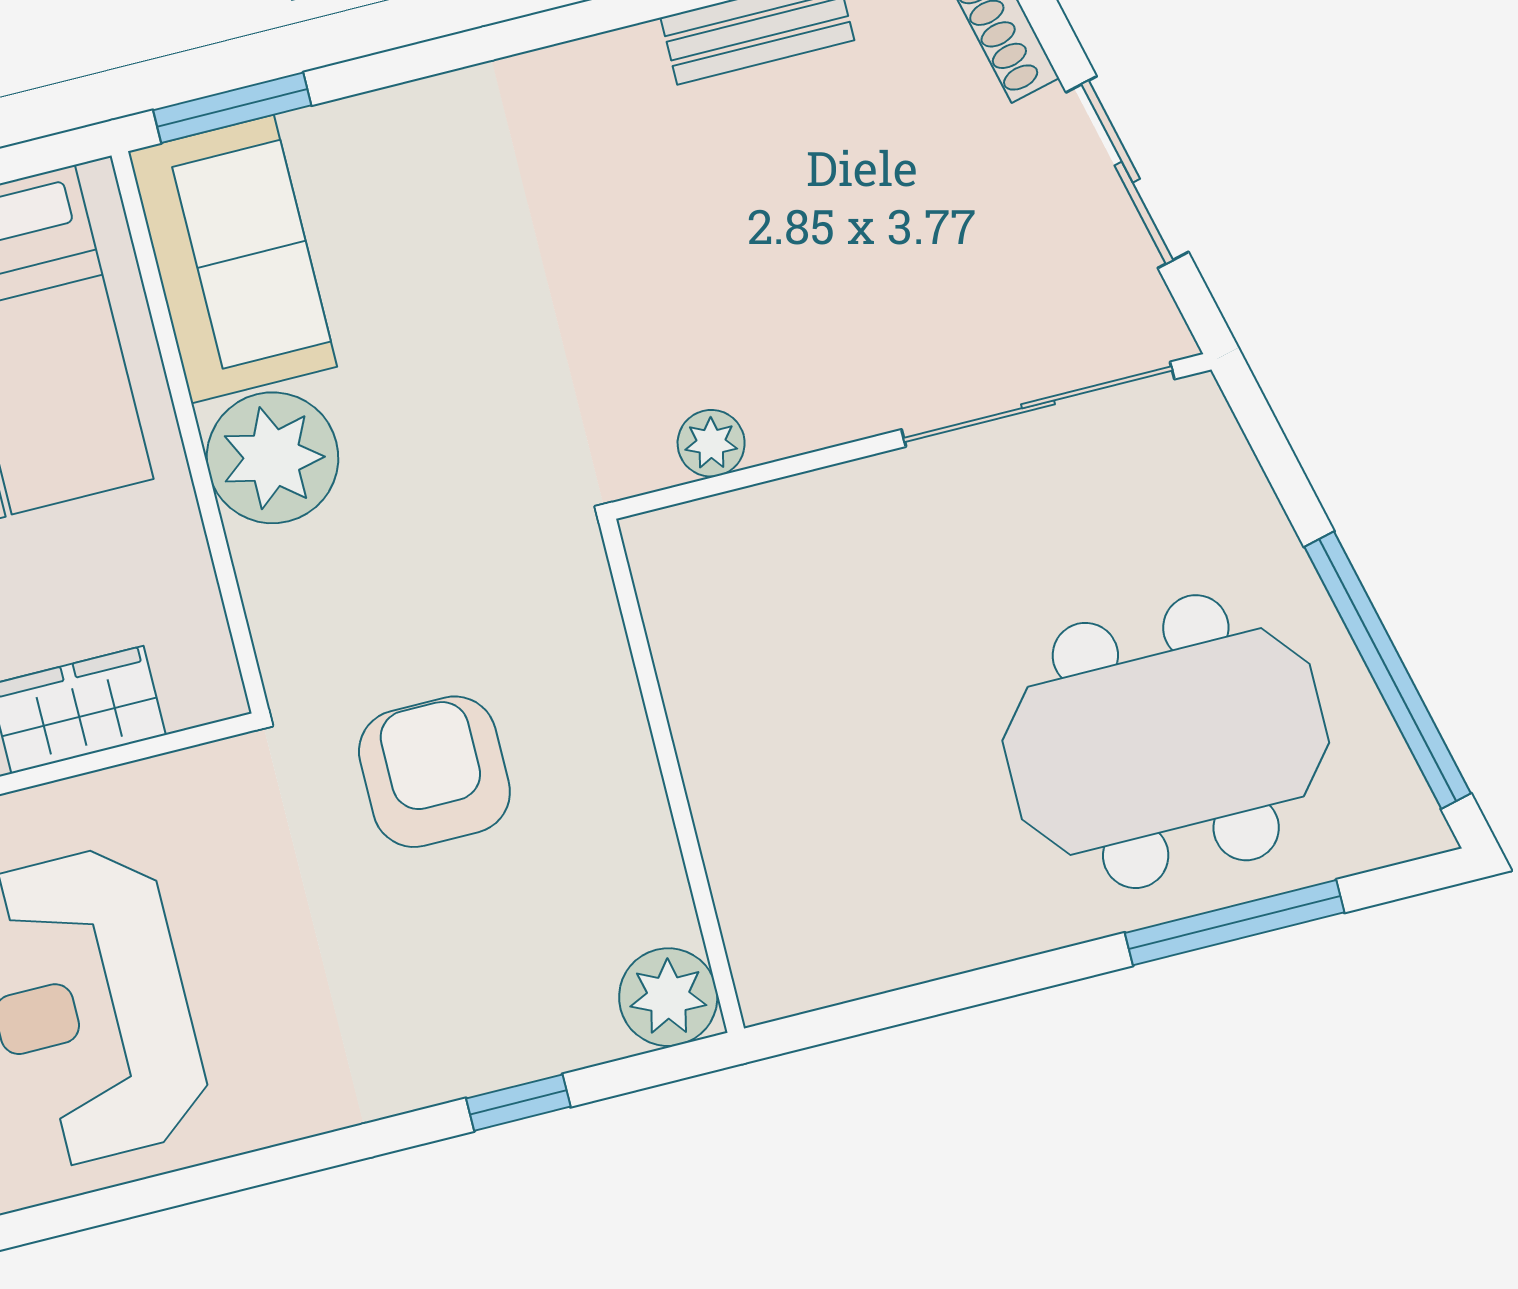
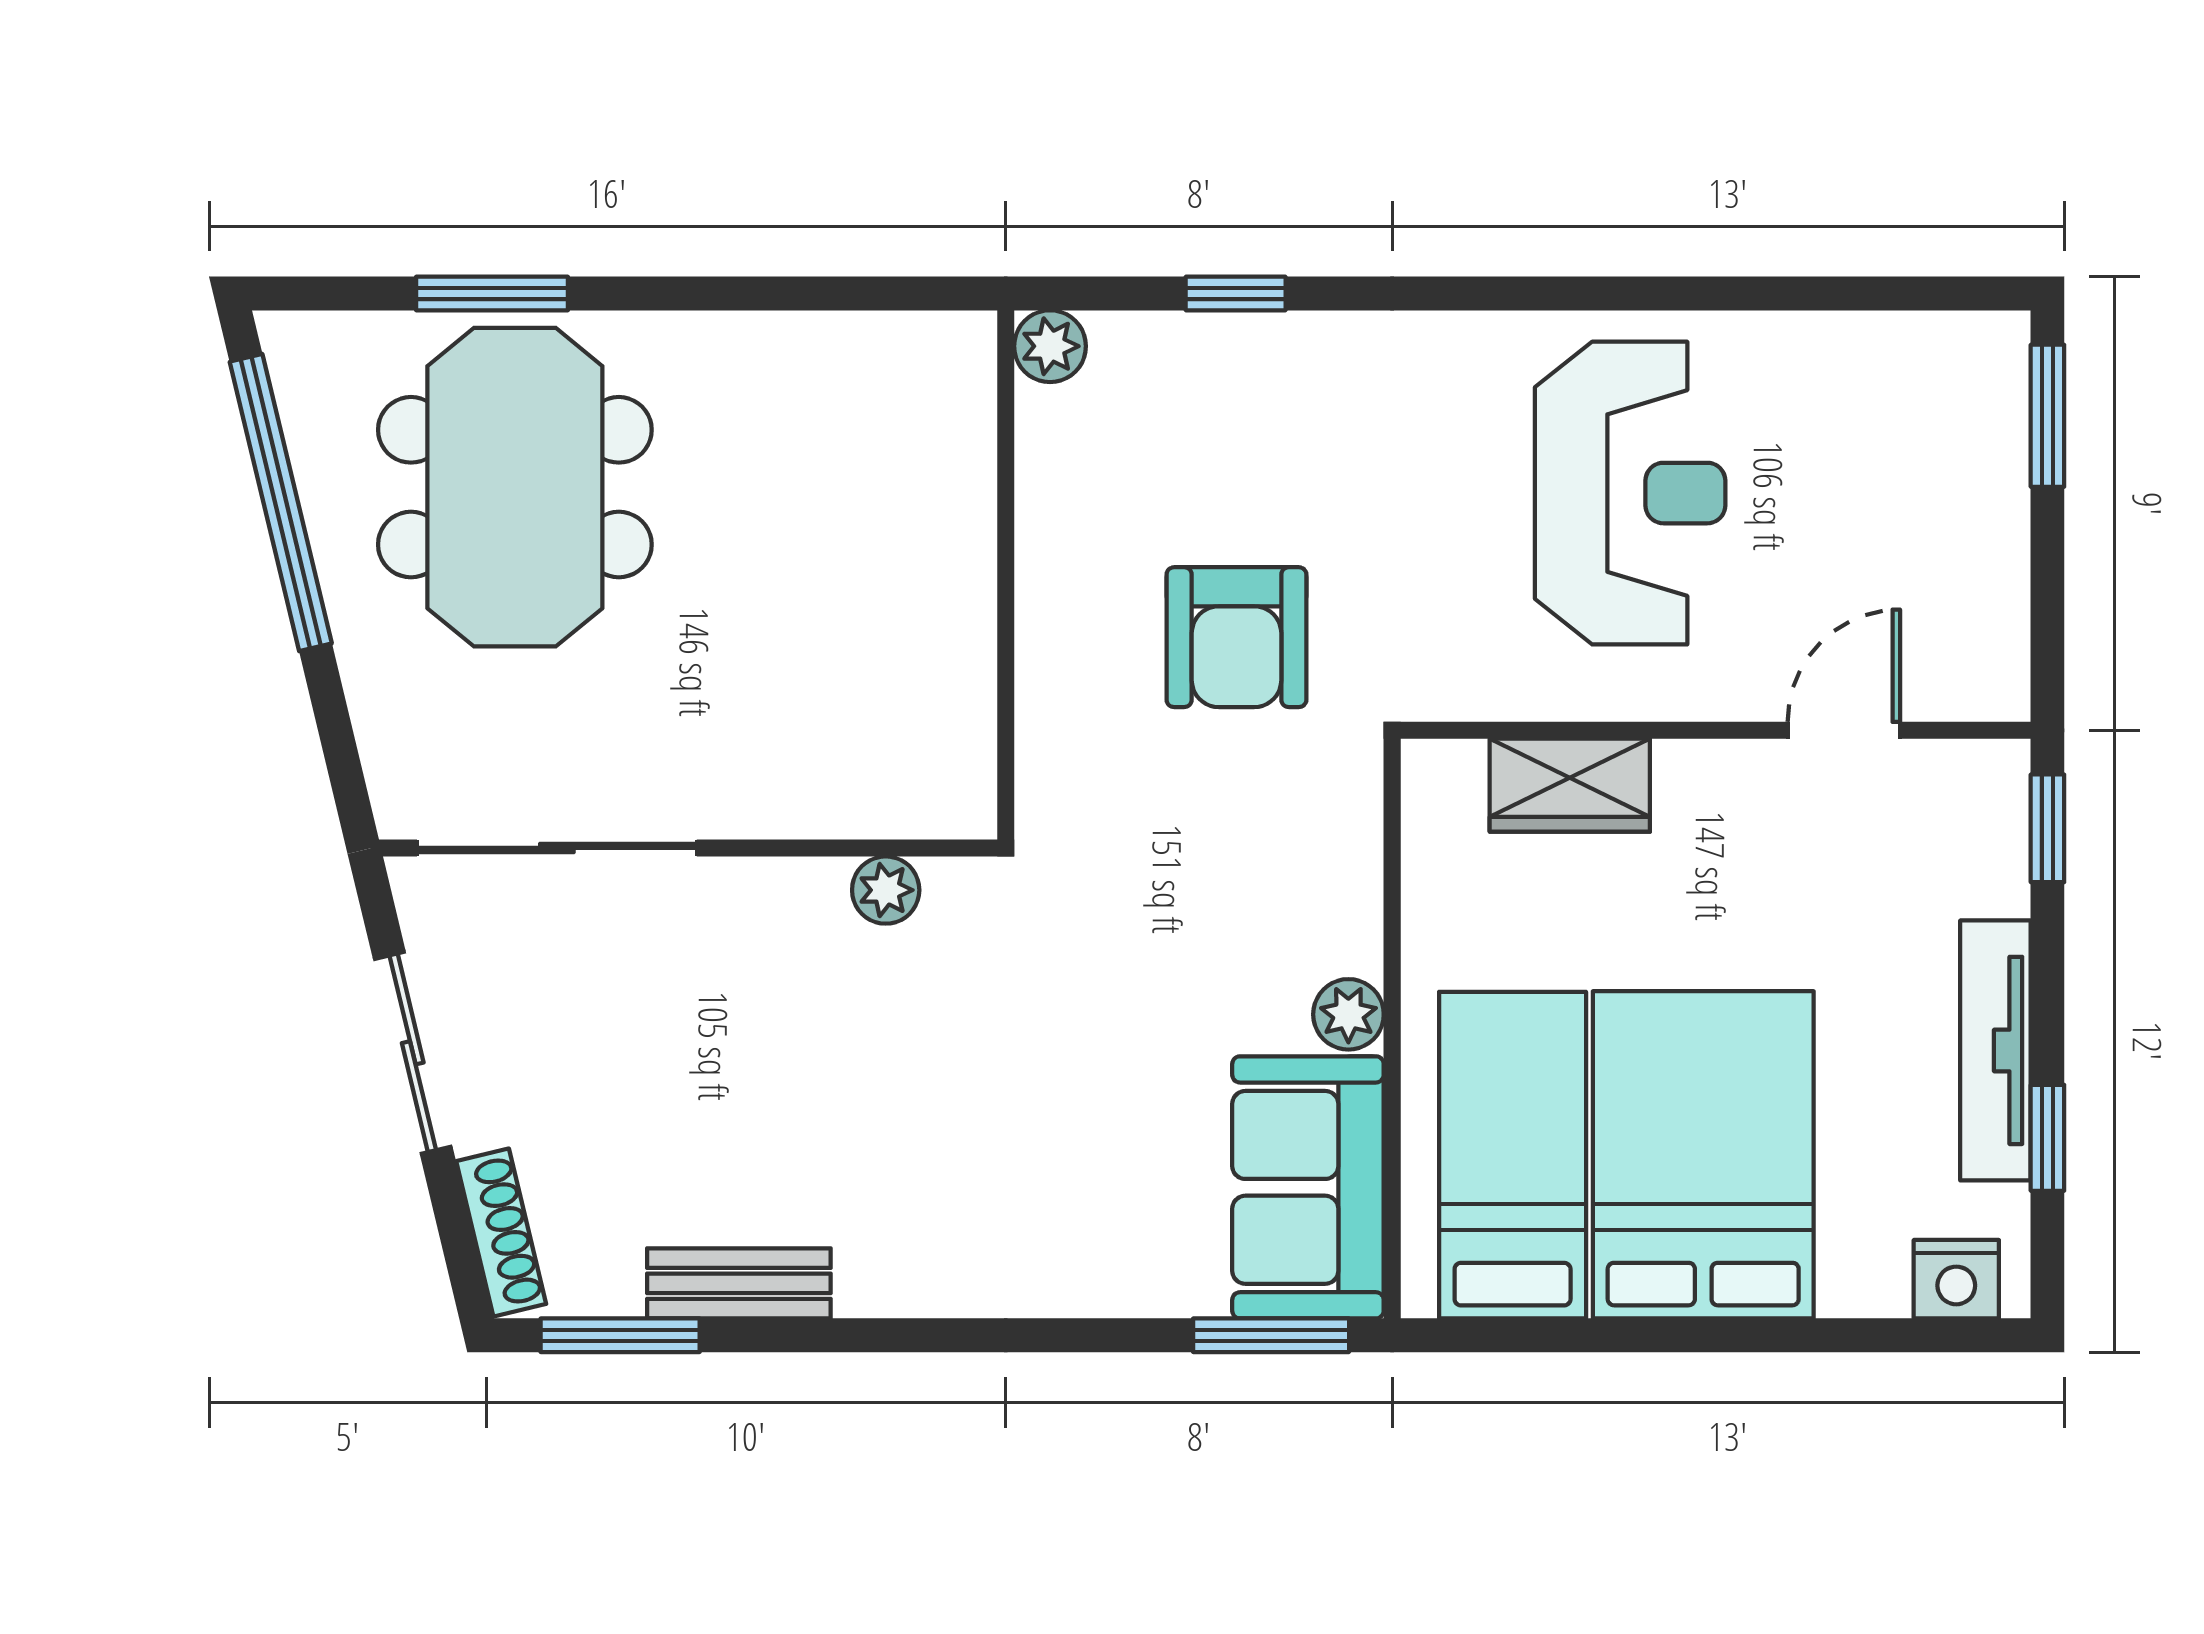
plant: (273, 458) -> (1348, 1014), width x0.53, depth x0.53
meeting table: (1166, 742) -> (515, 487), turned 90
window: (1235, 923) -> (492, 293), width x0.69
plant: (668, 997) -> (1050, 346), width x0.73, depth x0.73

